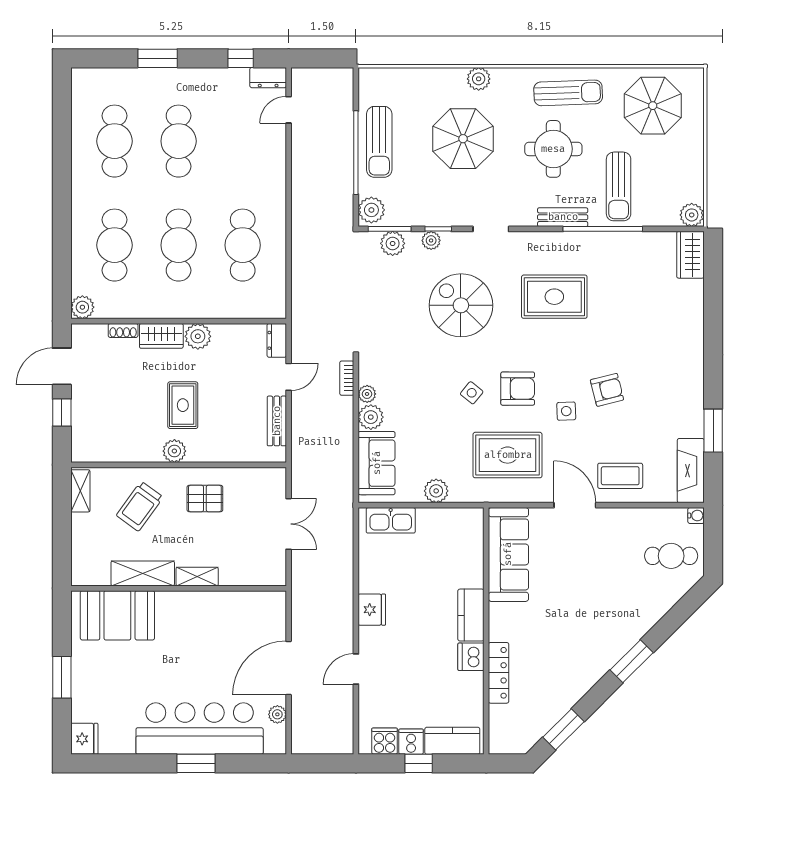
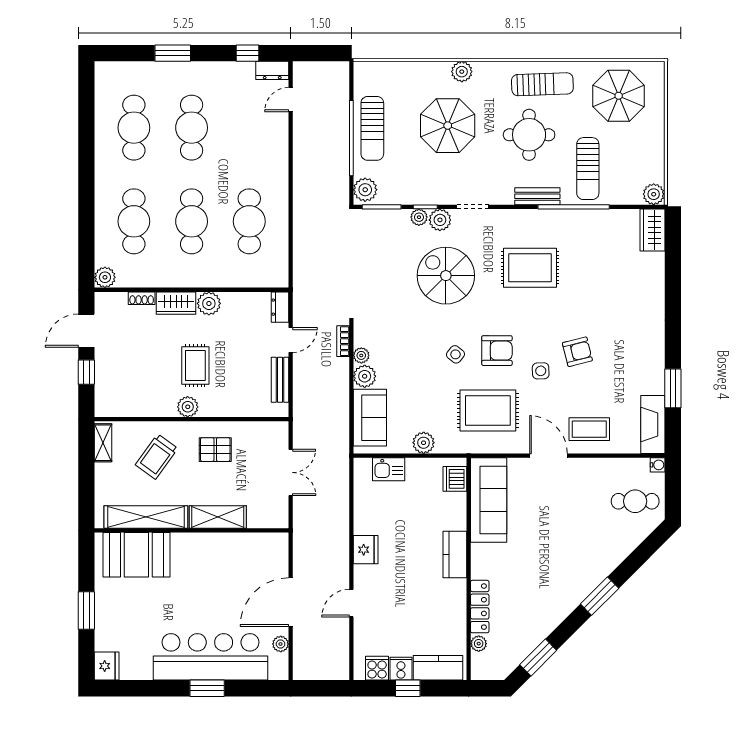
plant: (393, 243) -> (440, 220), moved
kitchen sink: (391, 520) -> (389, 469), width x0.73
shelving: (143, 573) -> (146, 517), width x1.47
shelving: (197, 577) -> (218, 517), width x1.50, depth x1.33
dishwasher: (471, 657) -> (455, 479), moved
plant: (497, 714) -> (479, 644), added

